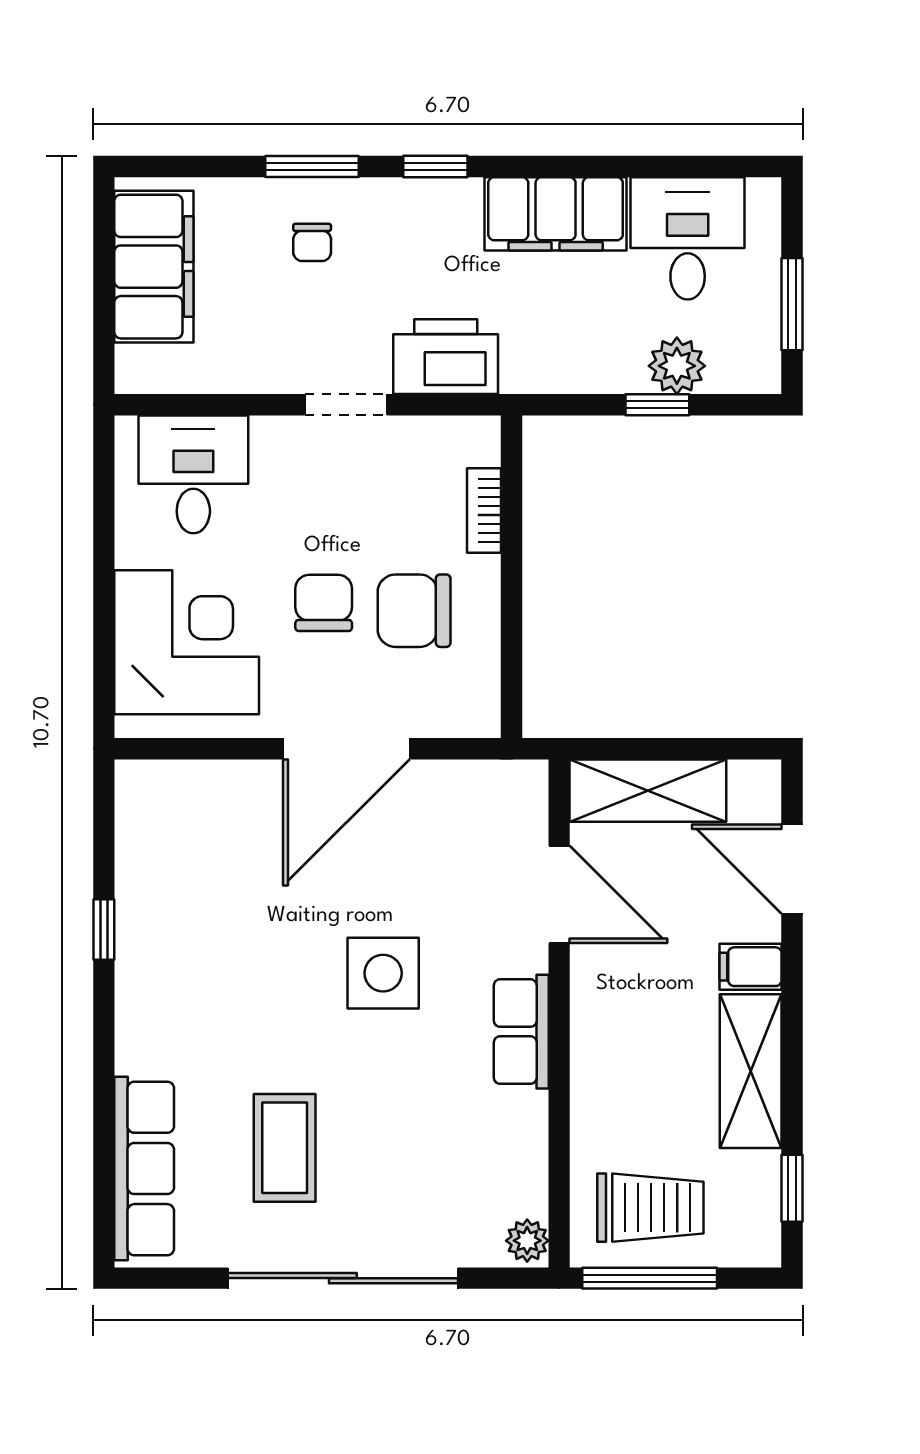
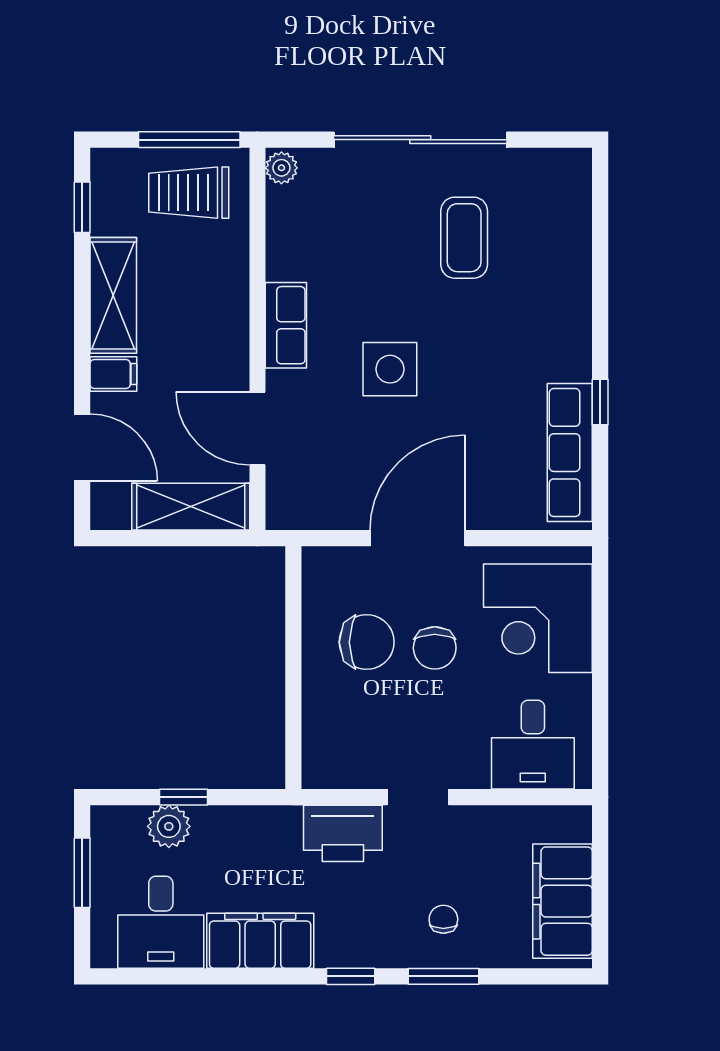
bookcase: (484, 510) -> (314, 717), removed
row of seats: (144, 1168) -> (570, 453), moved

